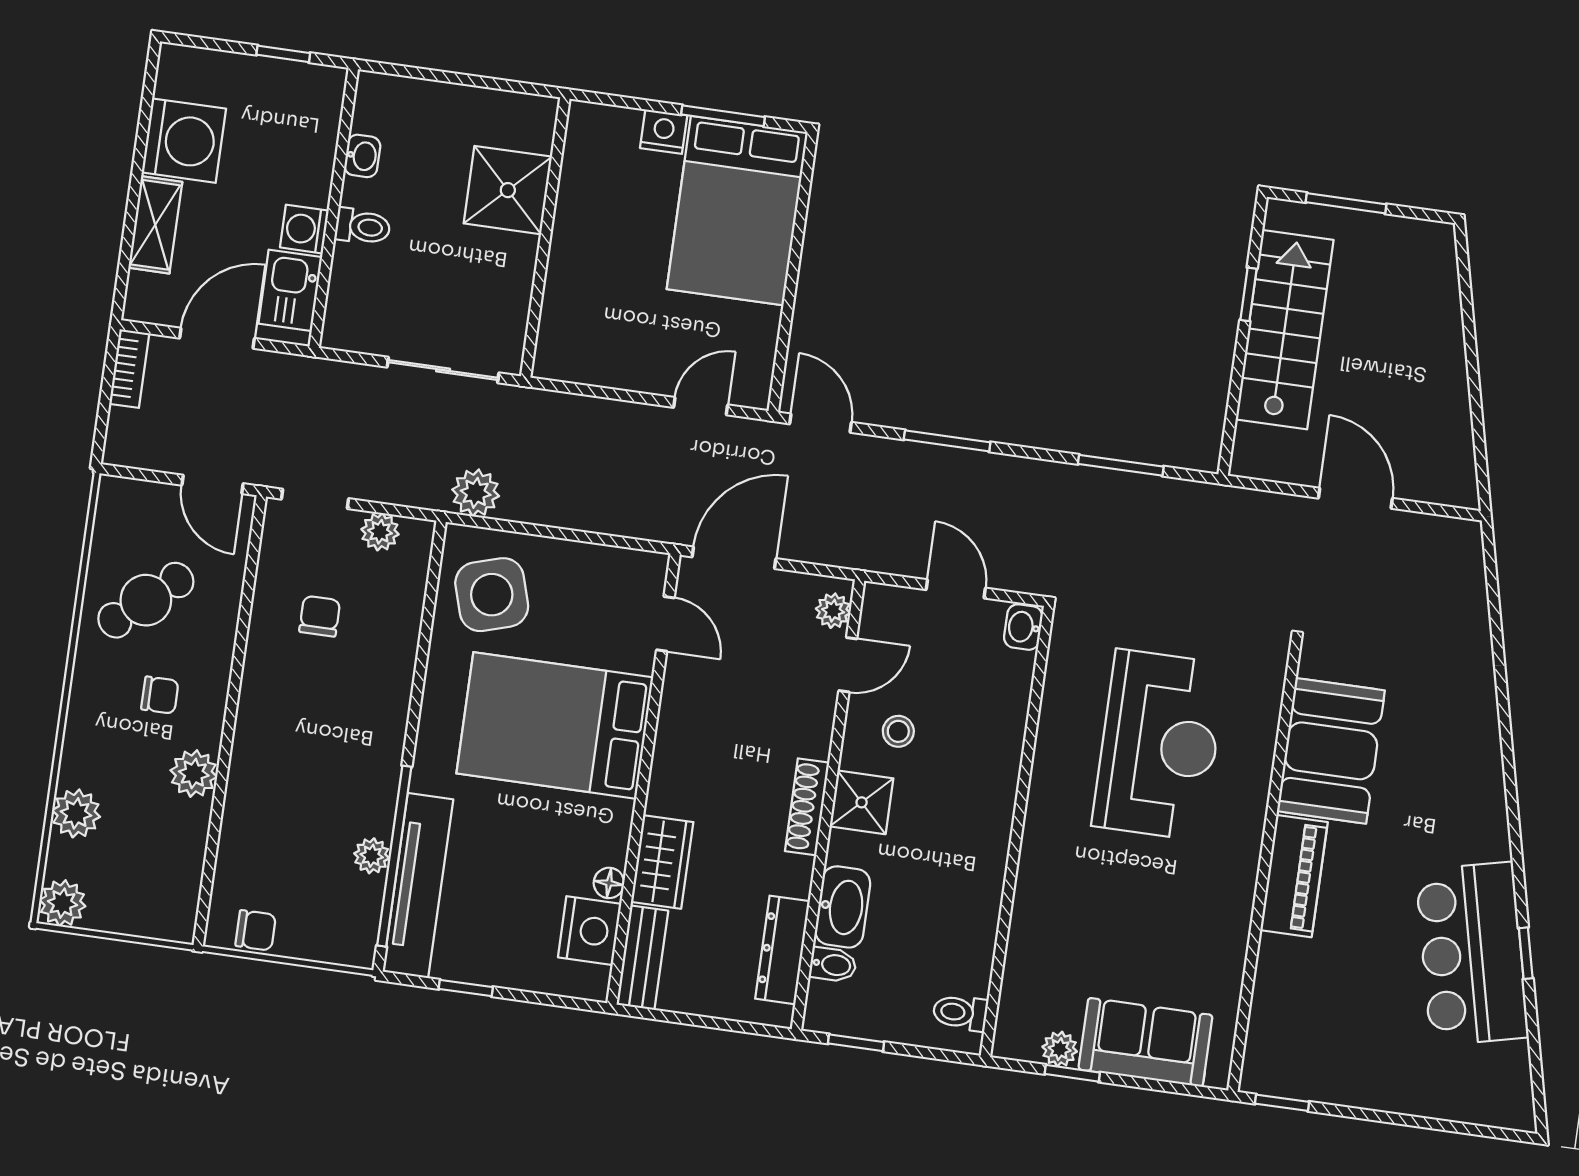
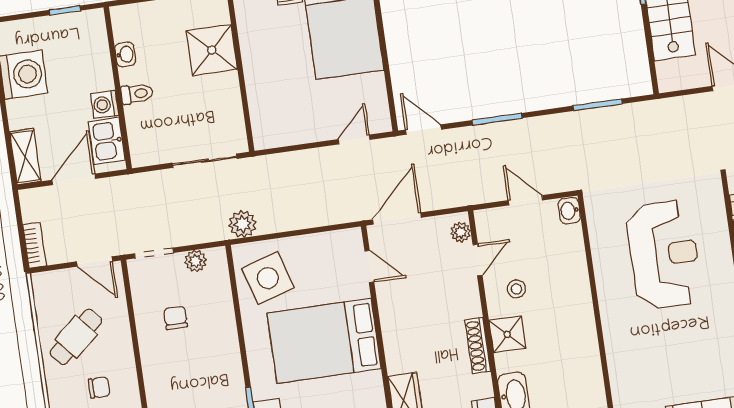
shelving: (155, 225) -> (25, 157), moved
bookcase: (129, 369) -> (34, 245), moved

